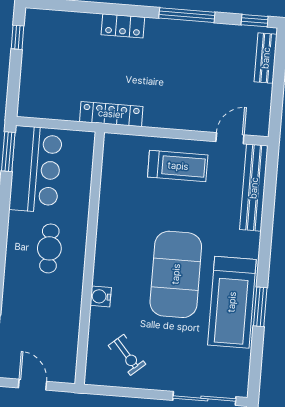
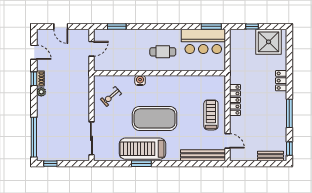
window: (17, 37) -> (252, 26), moved
shower: (46, 44) -> (269, 42), added
locker: (111, 114) -> (235, 100), moved
treadmill: (178, 166) -> (211, 115), turned 180

